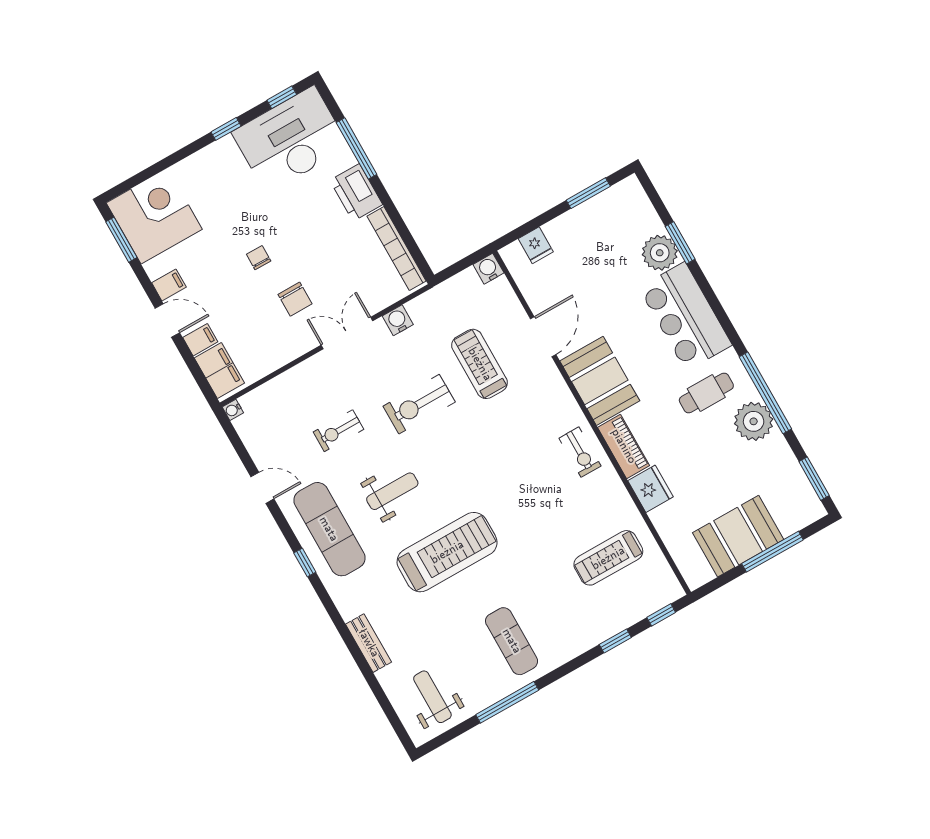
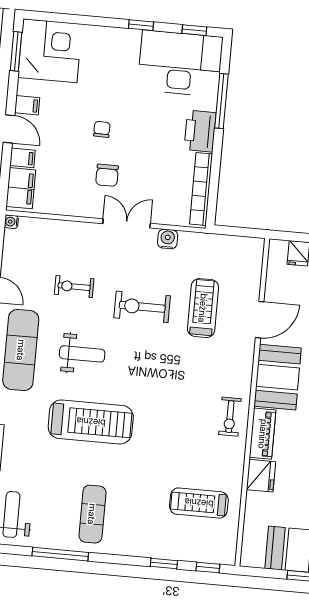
water cooler: (488, 269) -> (255, 247), removed

